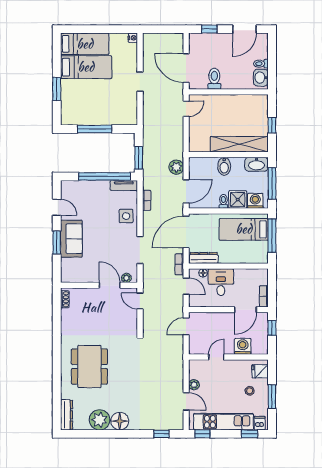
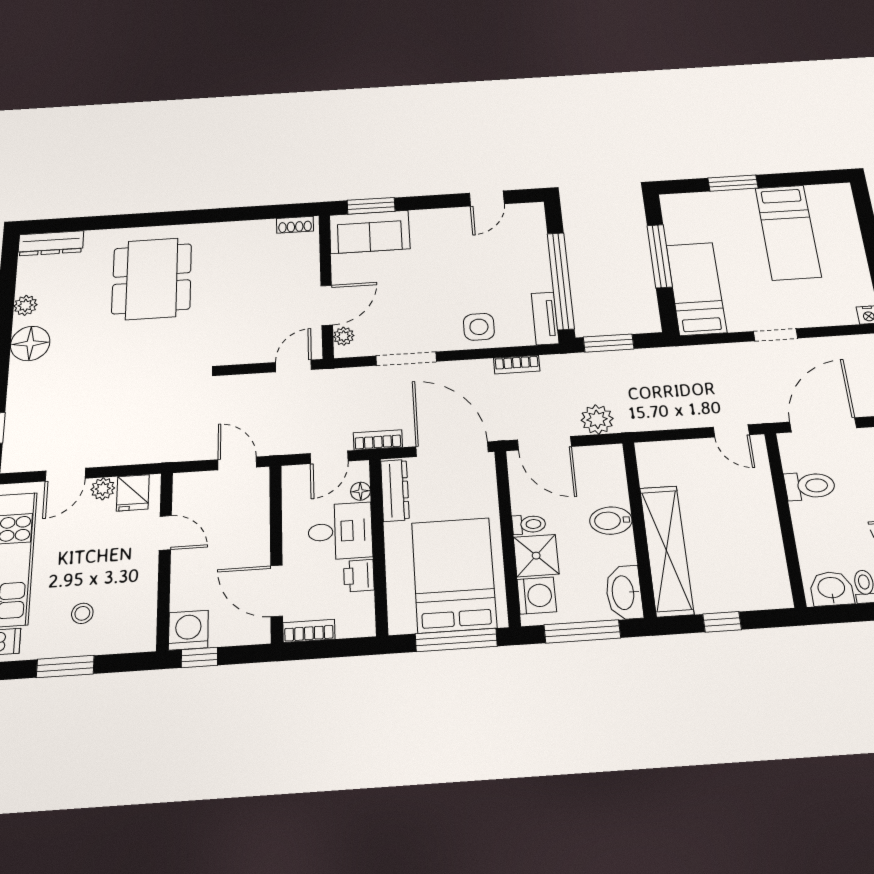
bed: (85, 44) -> (696, 289), moved, turned 180
bed: (244, 229) -> (454, 575), width x1.50
sofa: (71, 239) -> (370, 232), moved
window: (57, 243) -> (371, 206), moved
printer: (241, 275) -> (359, 576), added
window: (272, 328) -> (199, 657), moved
washing machine: (243, 346) -> (188, 630), moved, turned -90
dining table: (89, 366) -> (152, 279), turned 90
fridge: (260, 371) -> (133, 493), moved, turned 180
plant: (100, 420) -> (25, 305), width x0.53, depth x0.53

